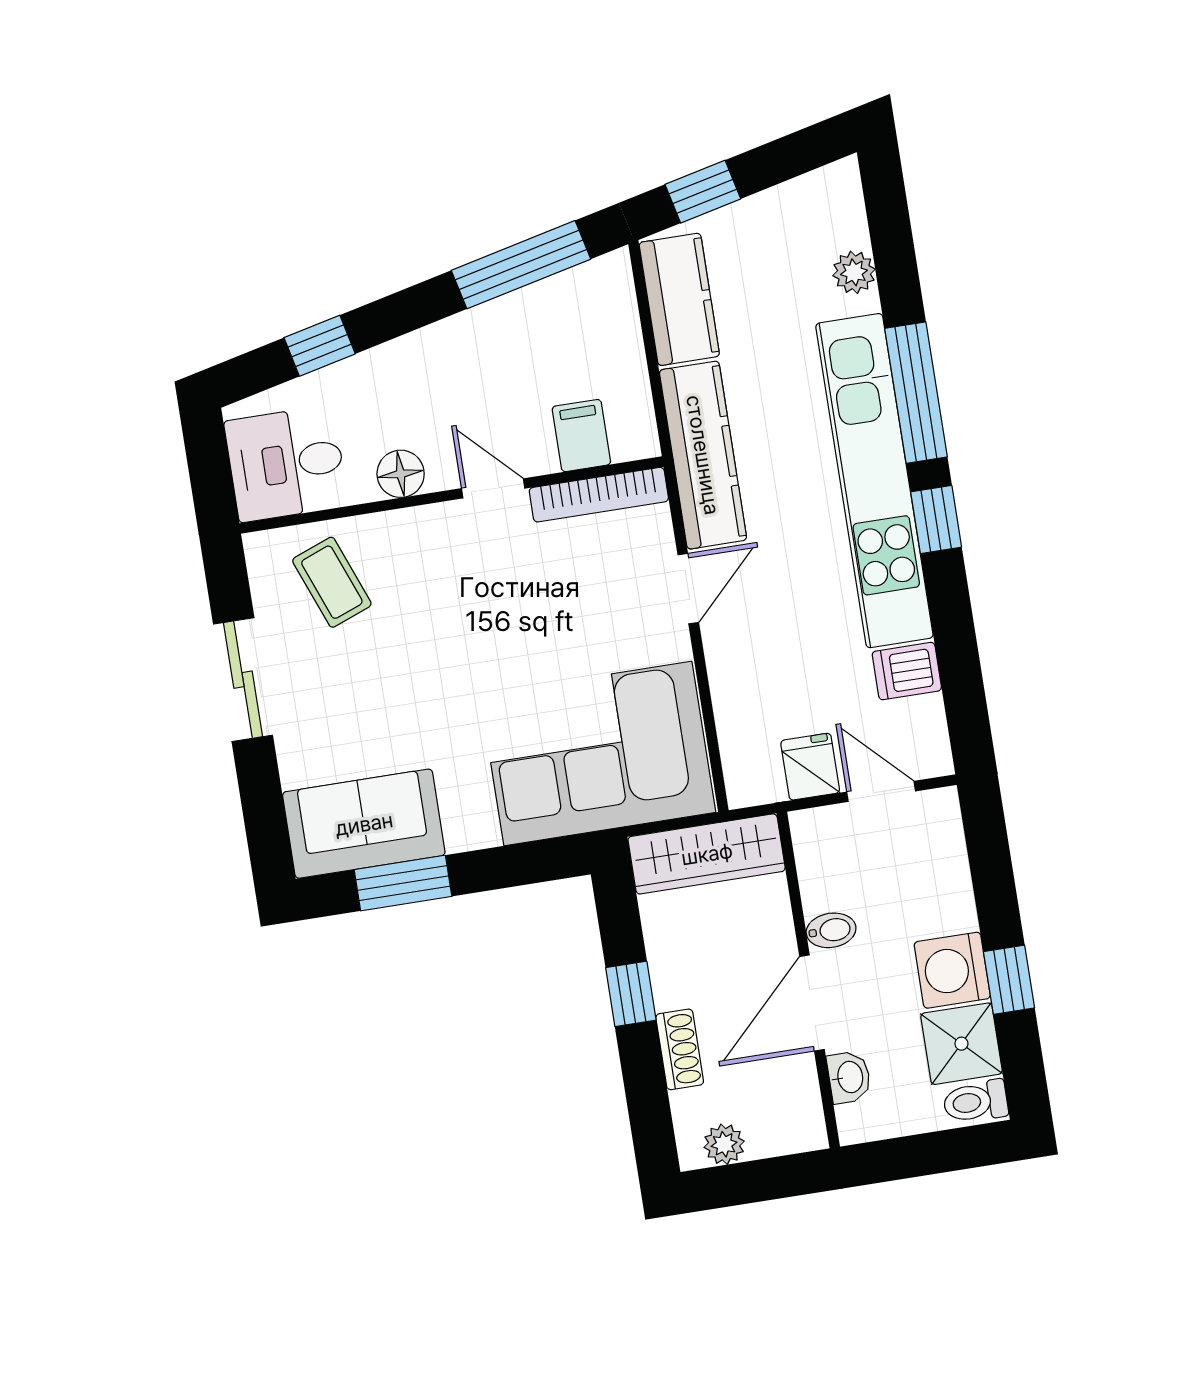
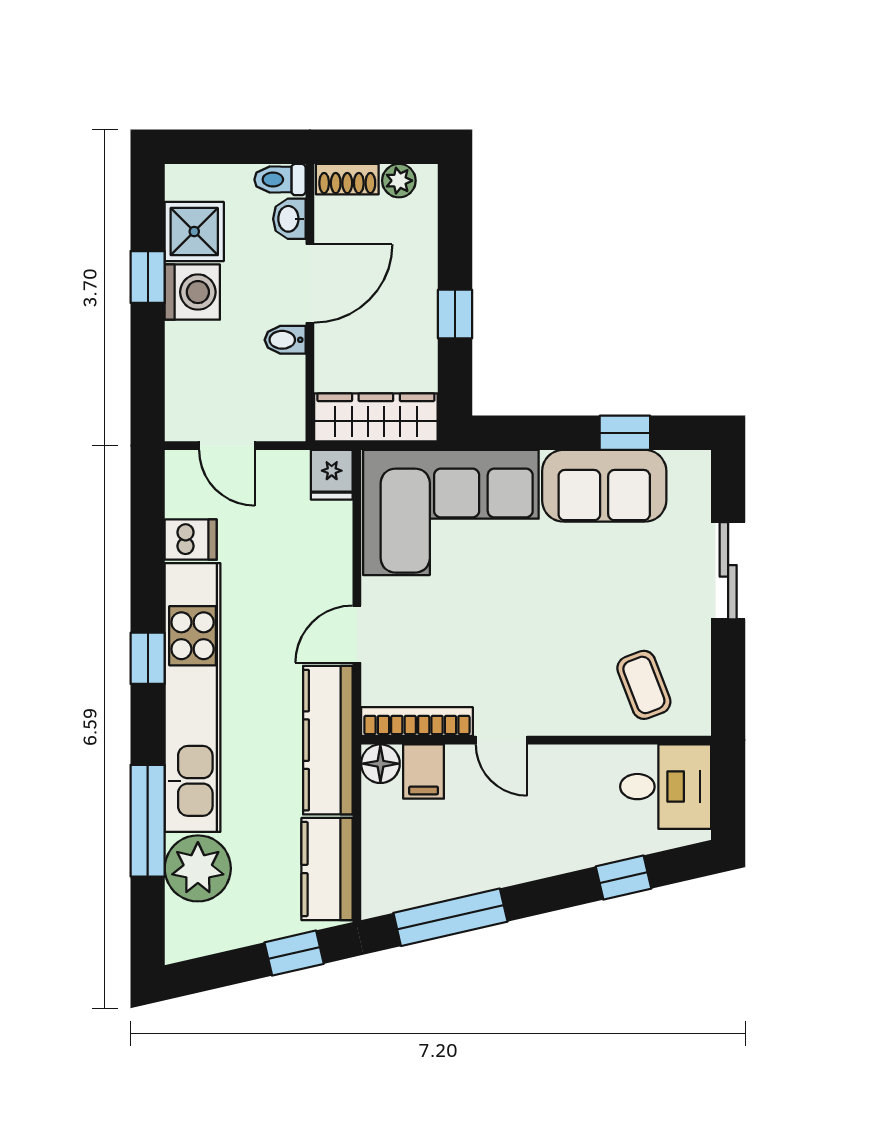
plant: (854, 272) -> (198, 868), width x1.87, depth x1.87
window: (916, 393) -> (148, 821), moved
floor lamp: (401, 474) -> (380, 764), moved
sliding door: (243, 680) -> (728, 571), moved
fridge: (810, 767) -> (332, 475), moved
sofa: (364, 824) -> (604, 486), moved
window: (403, 883) -> (625, 433), width x0.67
shoe rack: (680, 1049) -> (347, 179), moved, turned -90
toilet: (976, 1102) -> (280, 180), moved, turned 180

